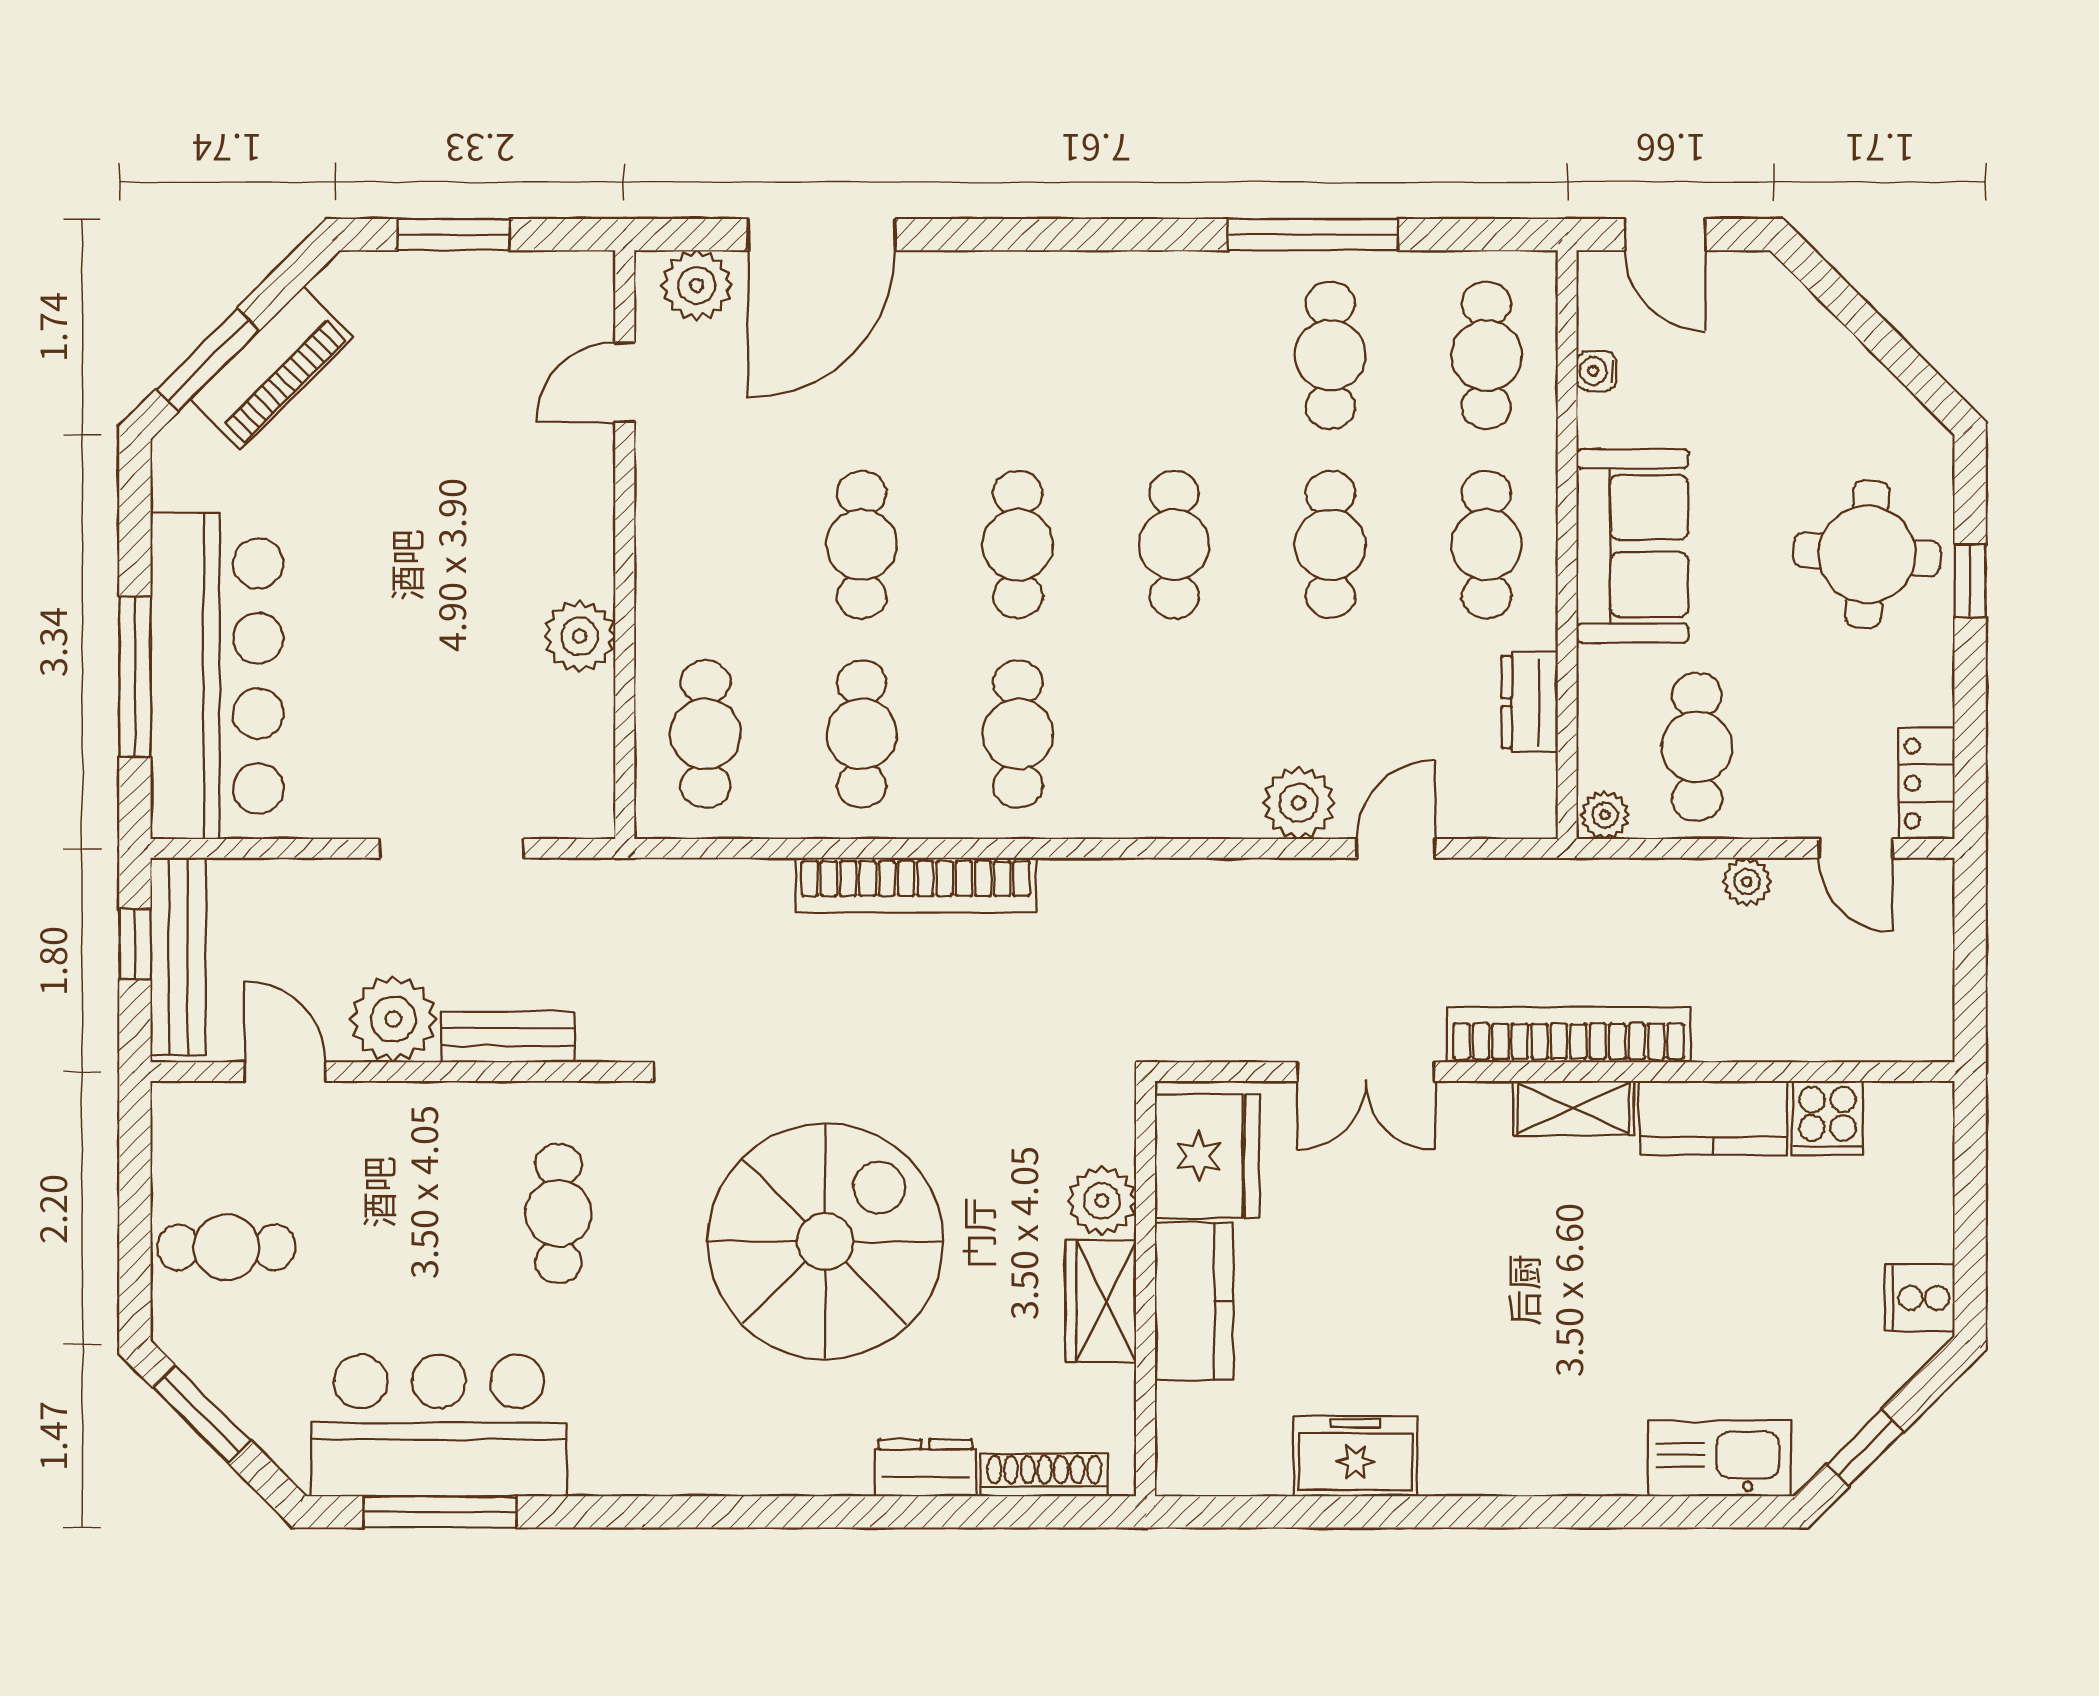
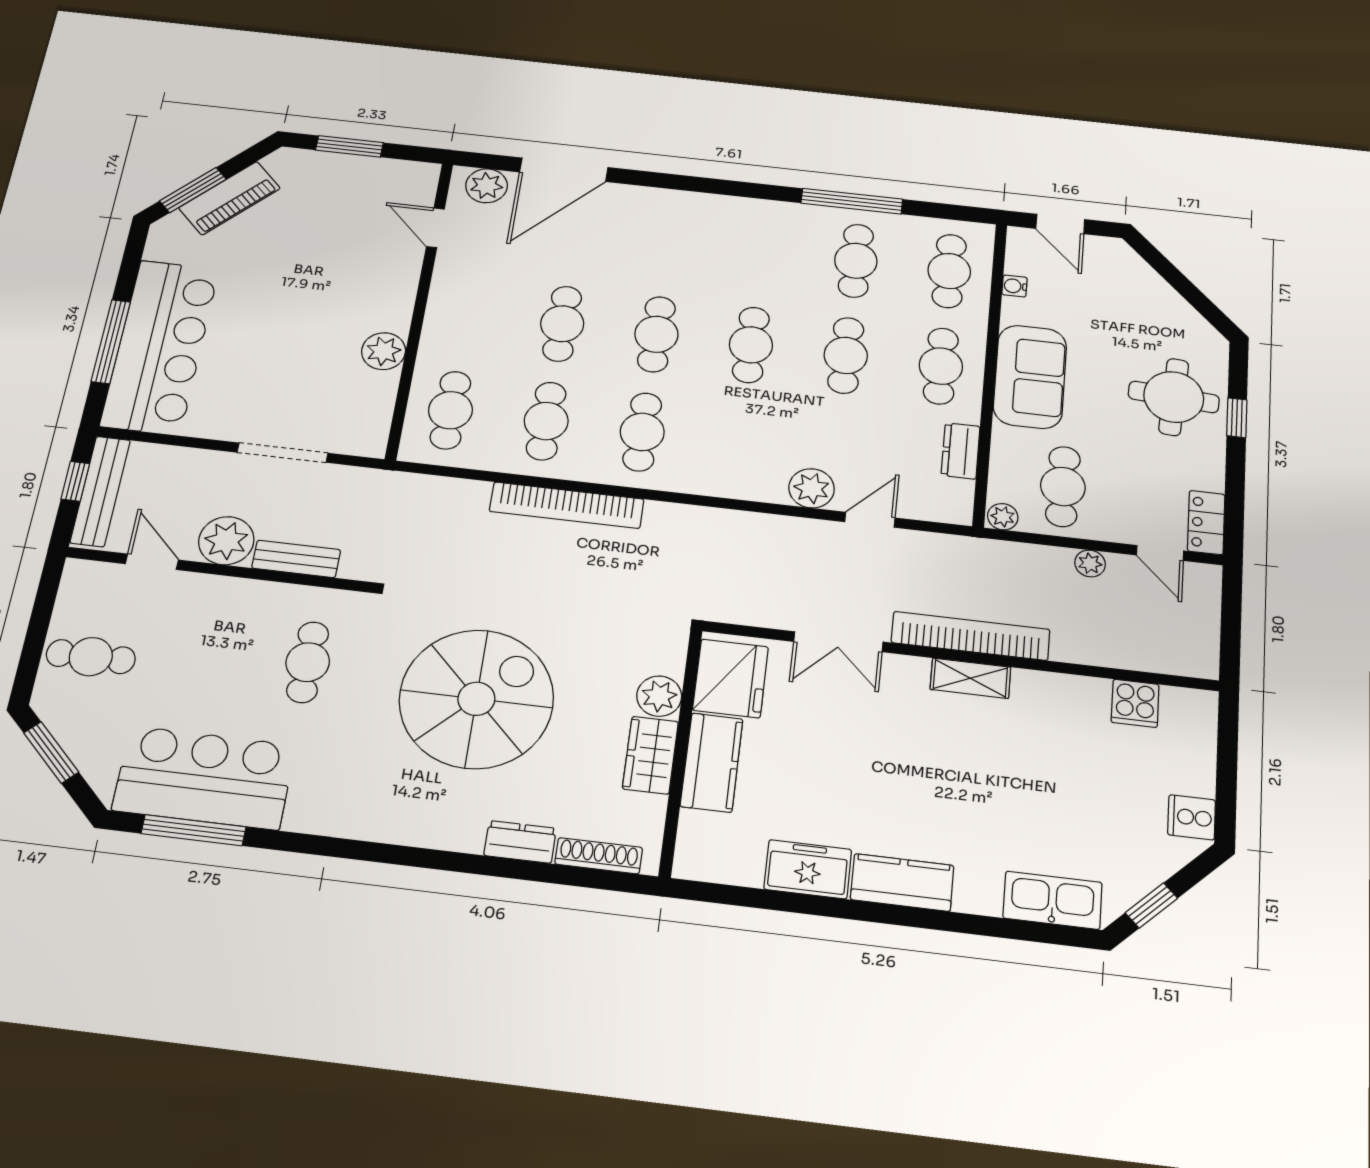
door: (625, 382) -> (435, 228), hinge flipped
kitchen counter: (1713, 1118) -> (902, 883), moved, turned 180

